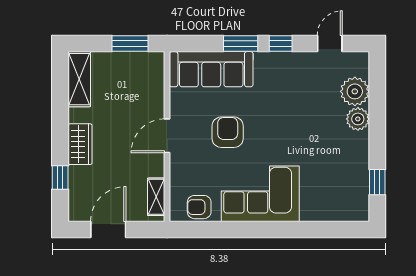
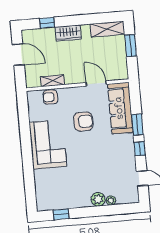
window: (130, 44) -> (131, 46), moved
plant: (355, 91) -> (111, 200), width x0.53, depth x0.53
door: (167, 136) -> (96, 83), moved
shelving: (156, 197) -> (52, 81), moved
armchair: (199, 207) -> (50, 97), moved, turned -90

